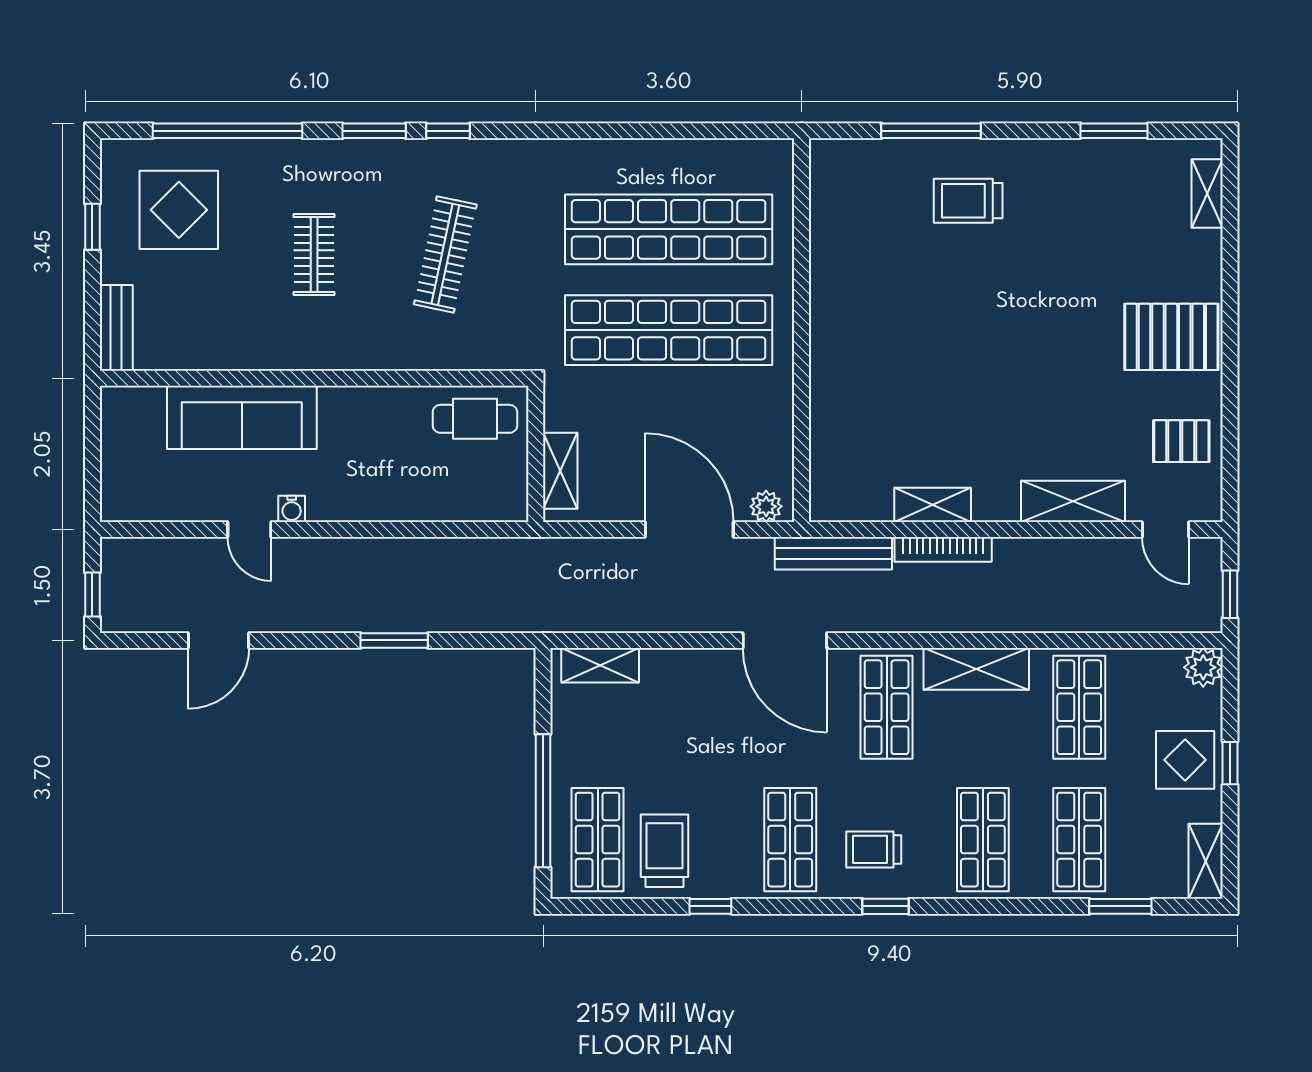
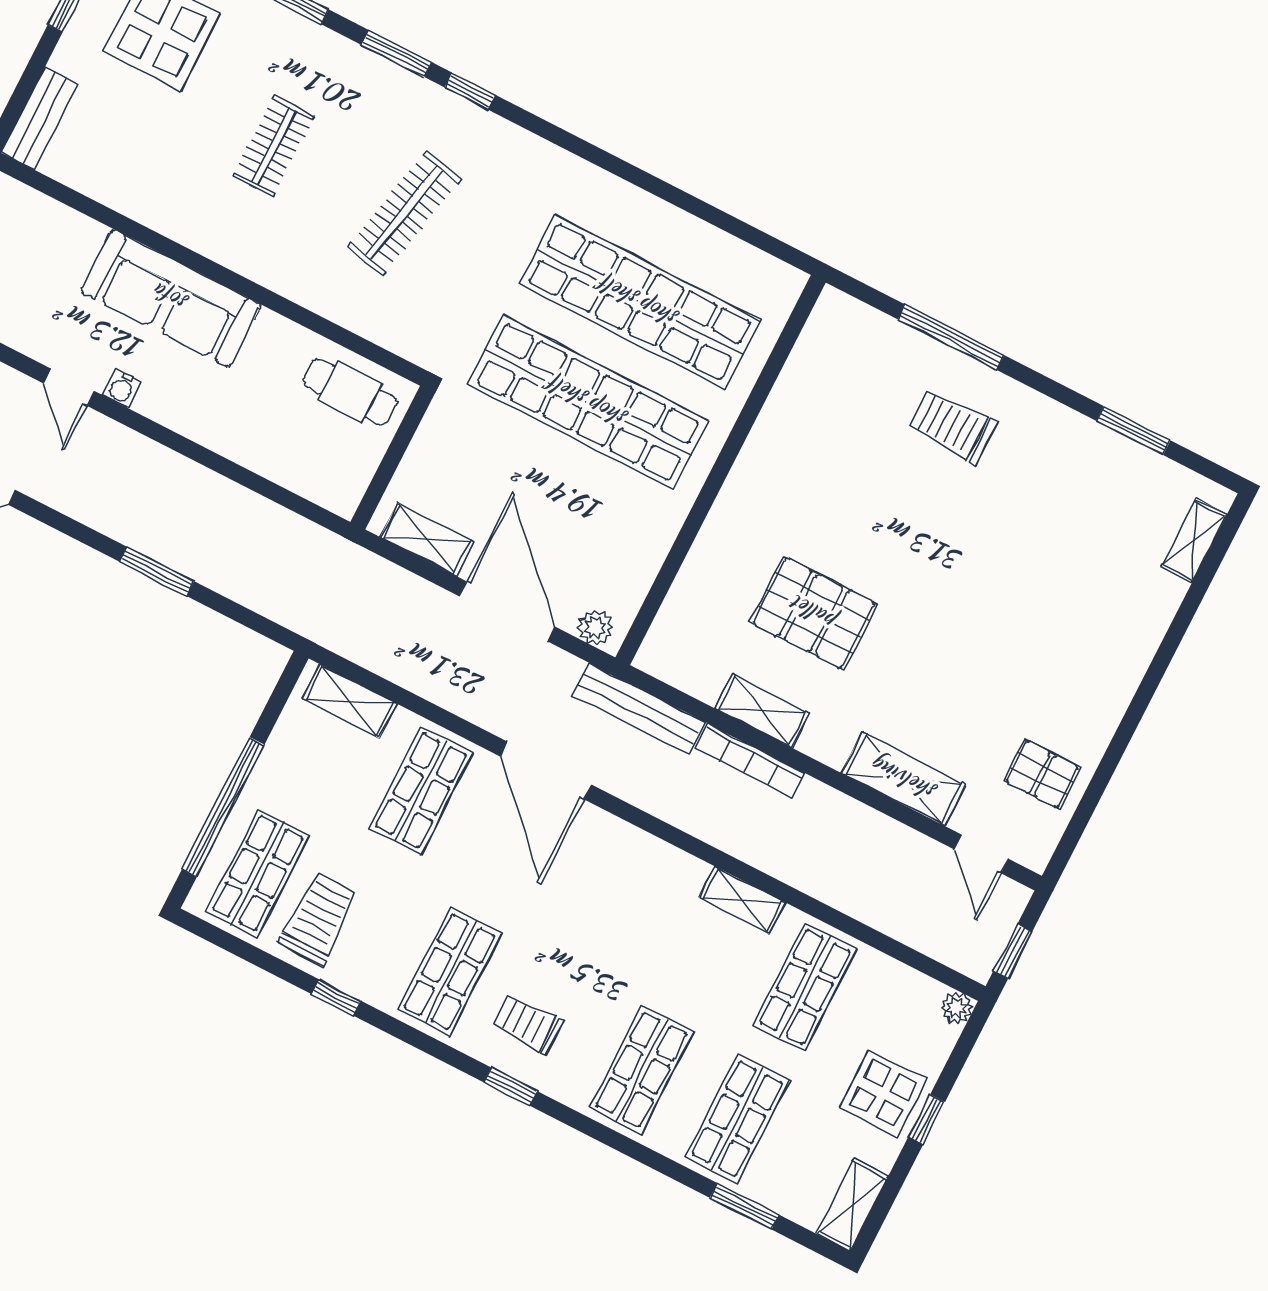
pallet: (1171, 337) -> (814, 613), moved
sofa: (242, 417) -> (171, 298), moved
shelving: (560, 471) -> (427, 540), moved, turned 90
plant: (1203, 667) -> (957, 1008), width x0.73, depth x0.73
shelving: (976, 669) -> (742, 900), width x0.67, depth x0.75
shop shelf: (887, 707) -> (421, 791), moved

